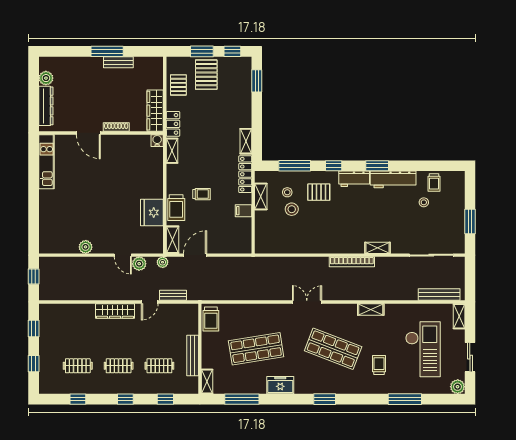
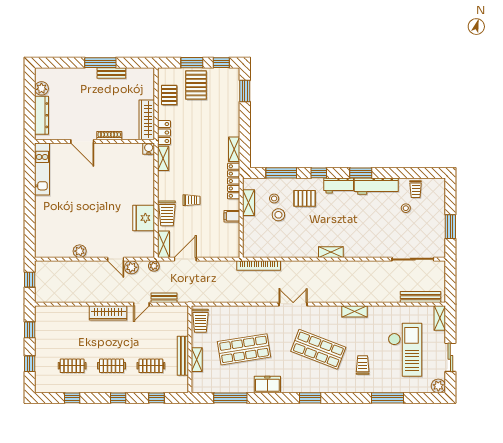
shelving: (377, 248) -> (331, 252), moved
bookcase: (352, 262) -> (259, 266), moved
shelving: (207, 382) -> (197, 360), moved

